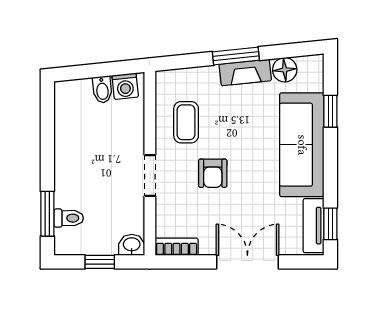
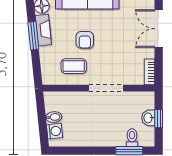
washing machine: (125, 86) -> (55, 131), moved
armchair: (213, 173) -> (85, 40), moved, turned 90
doorway: (150, 175) -> (106, 88), width x1.38
washbasin: (132, 245) -> (148, 118), moved

